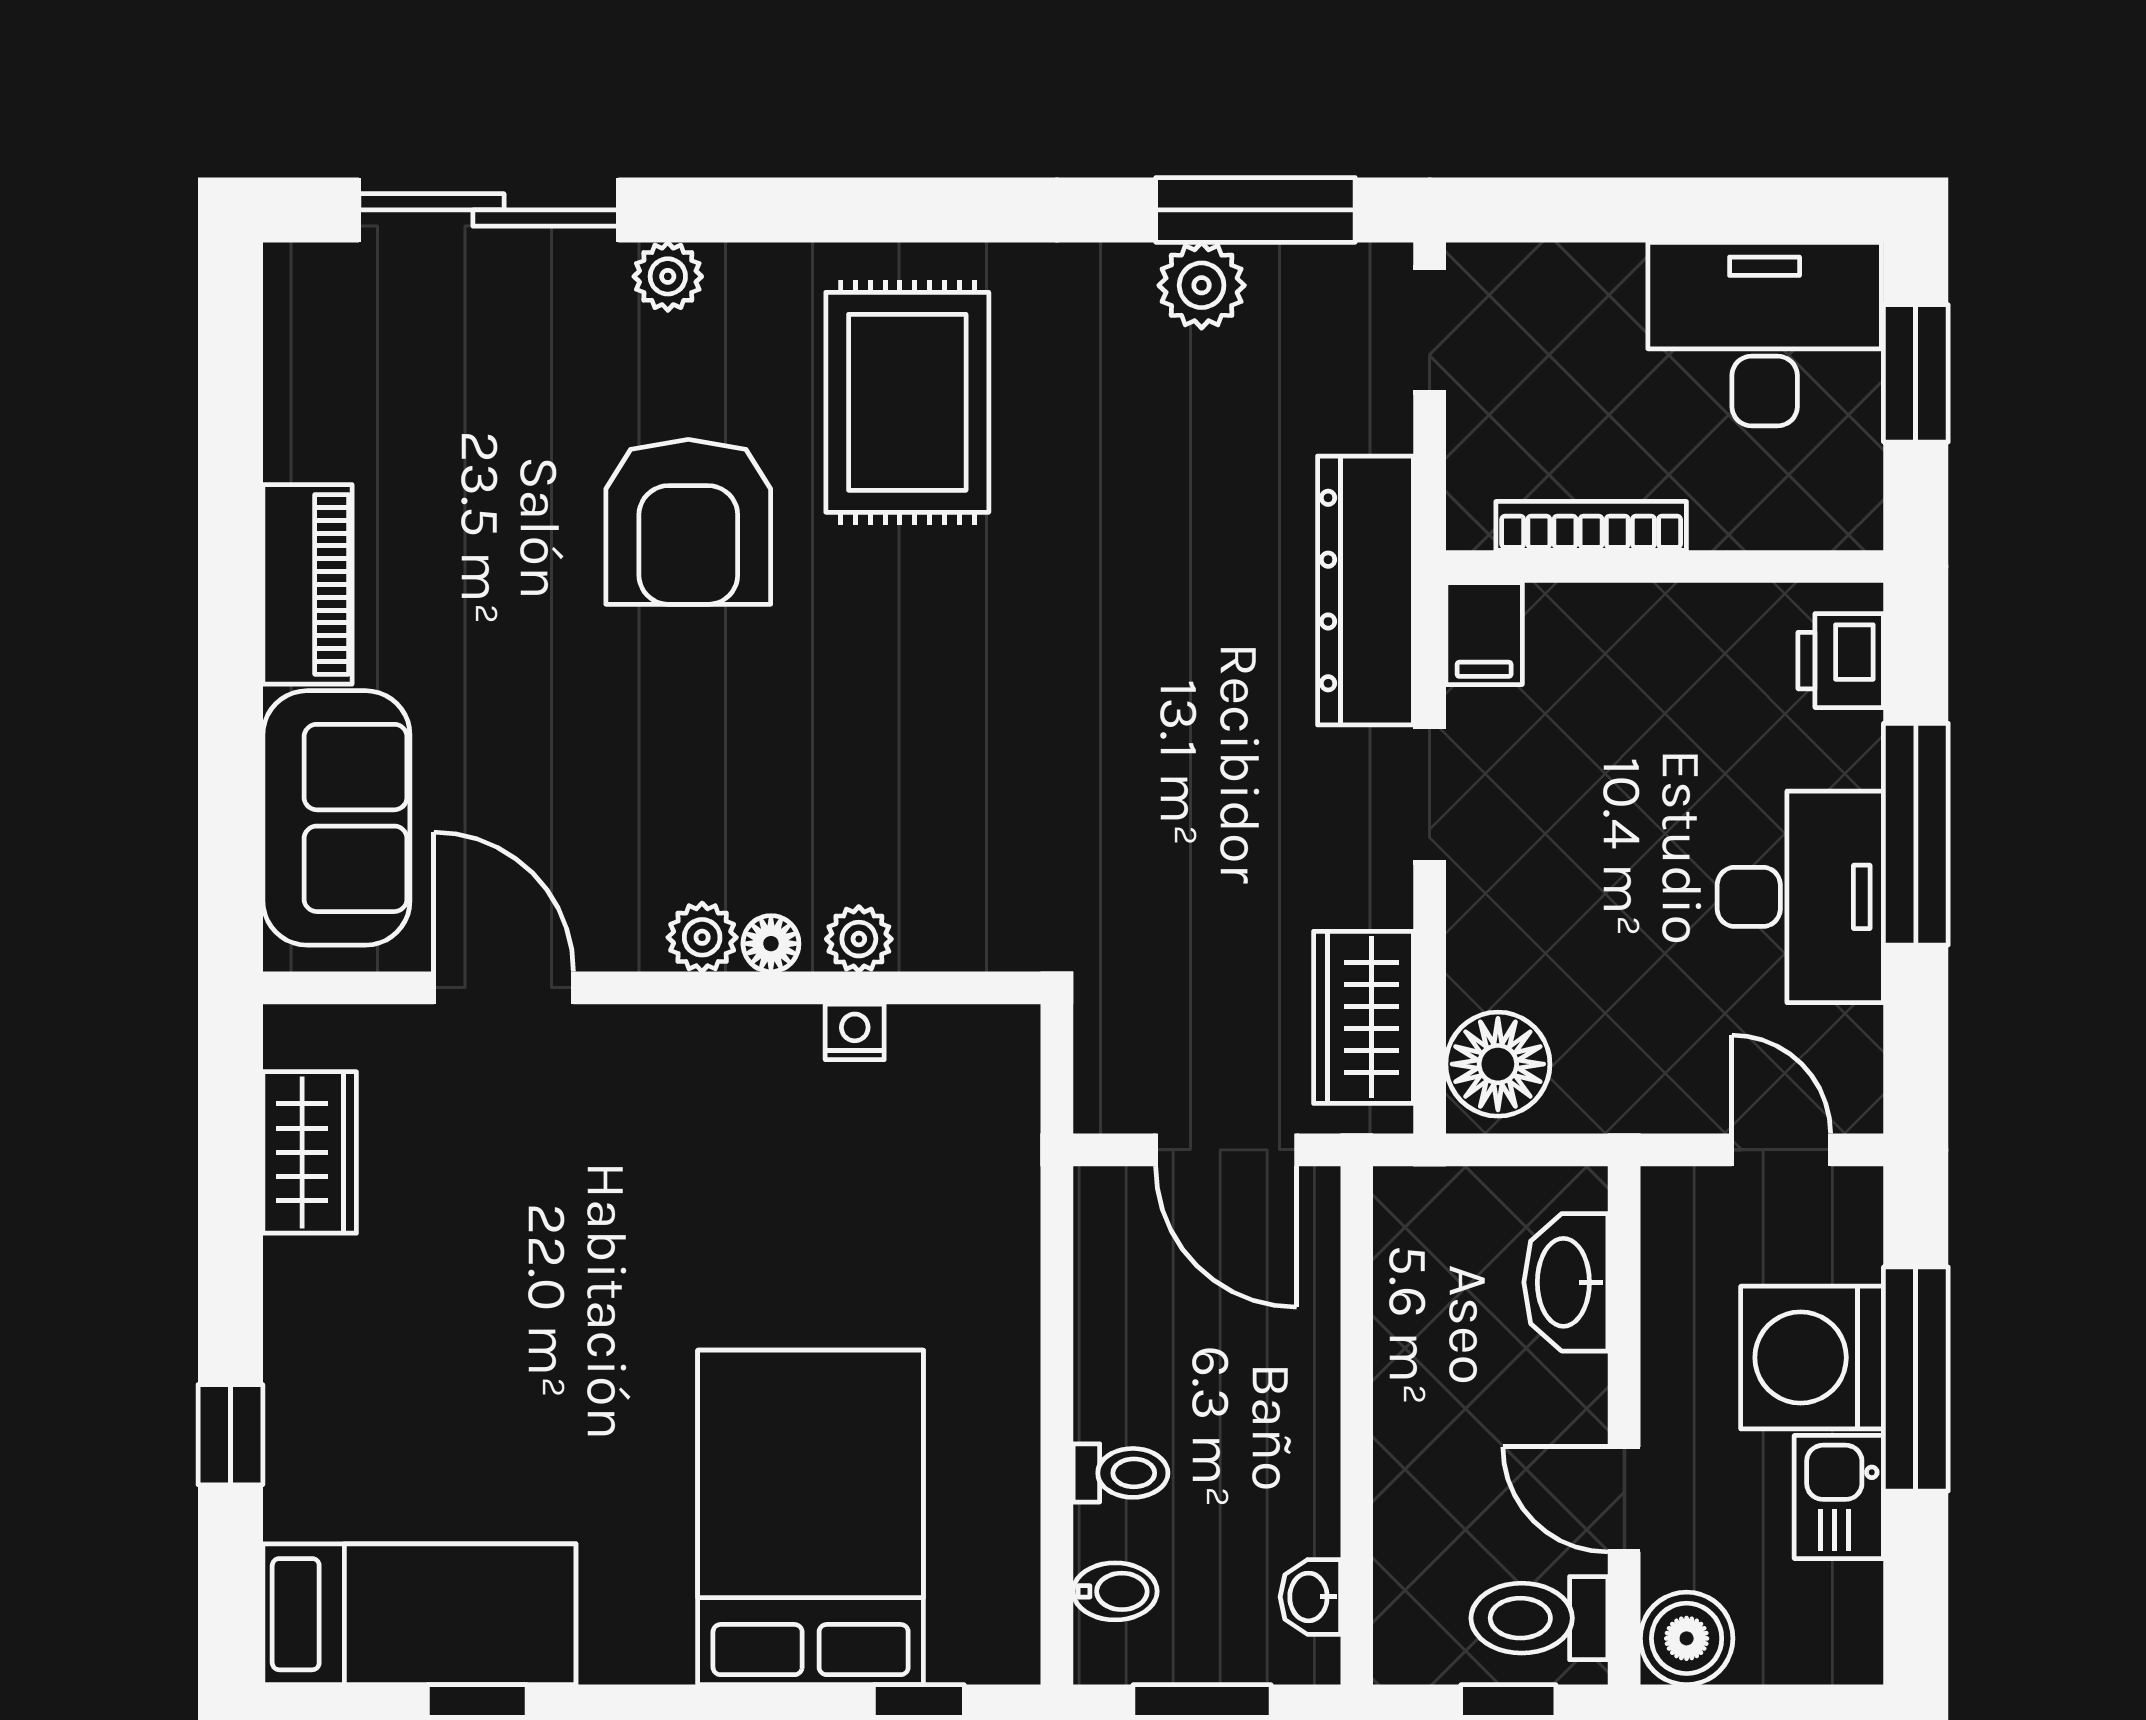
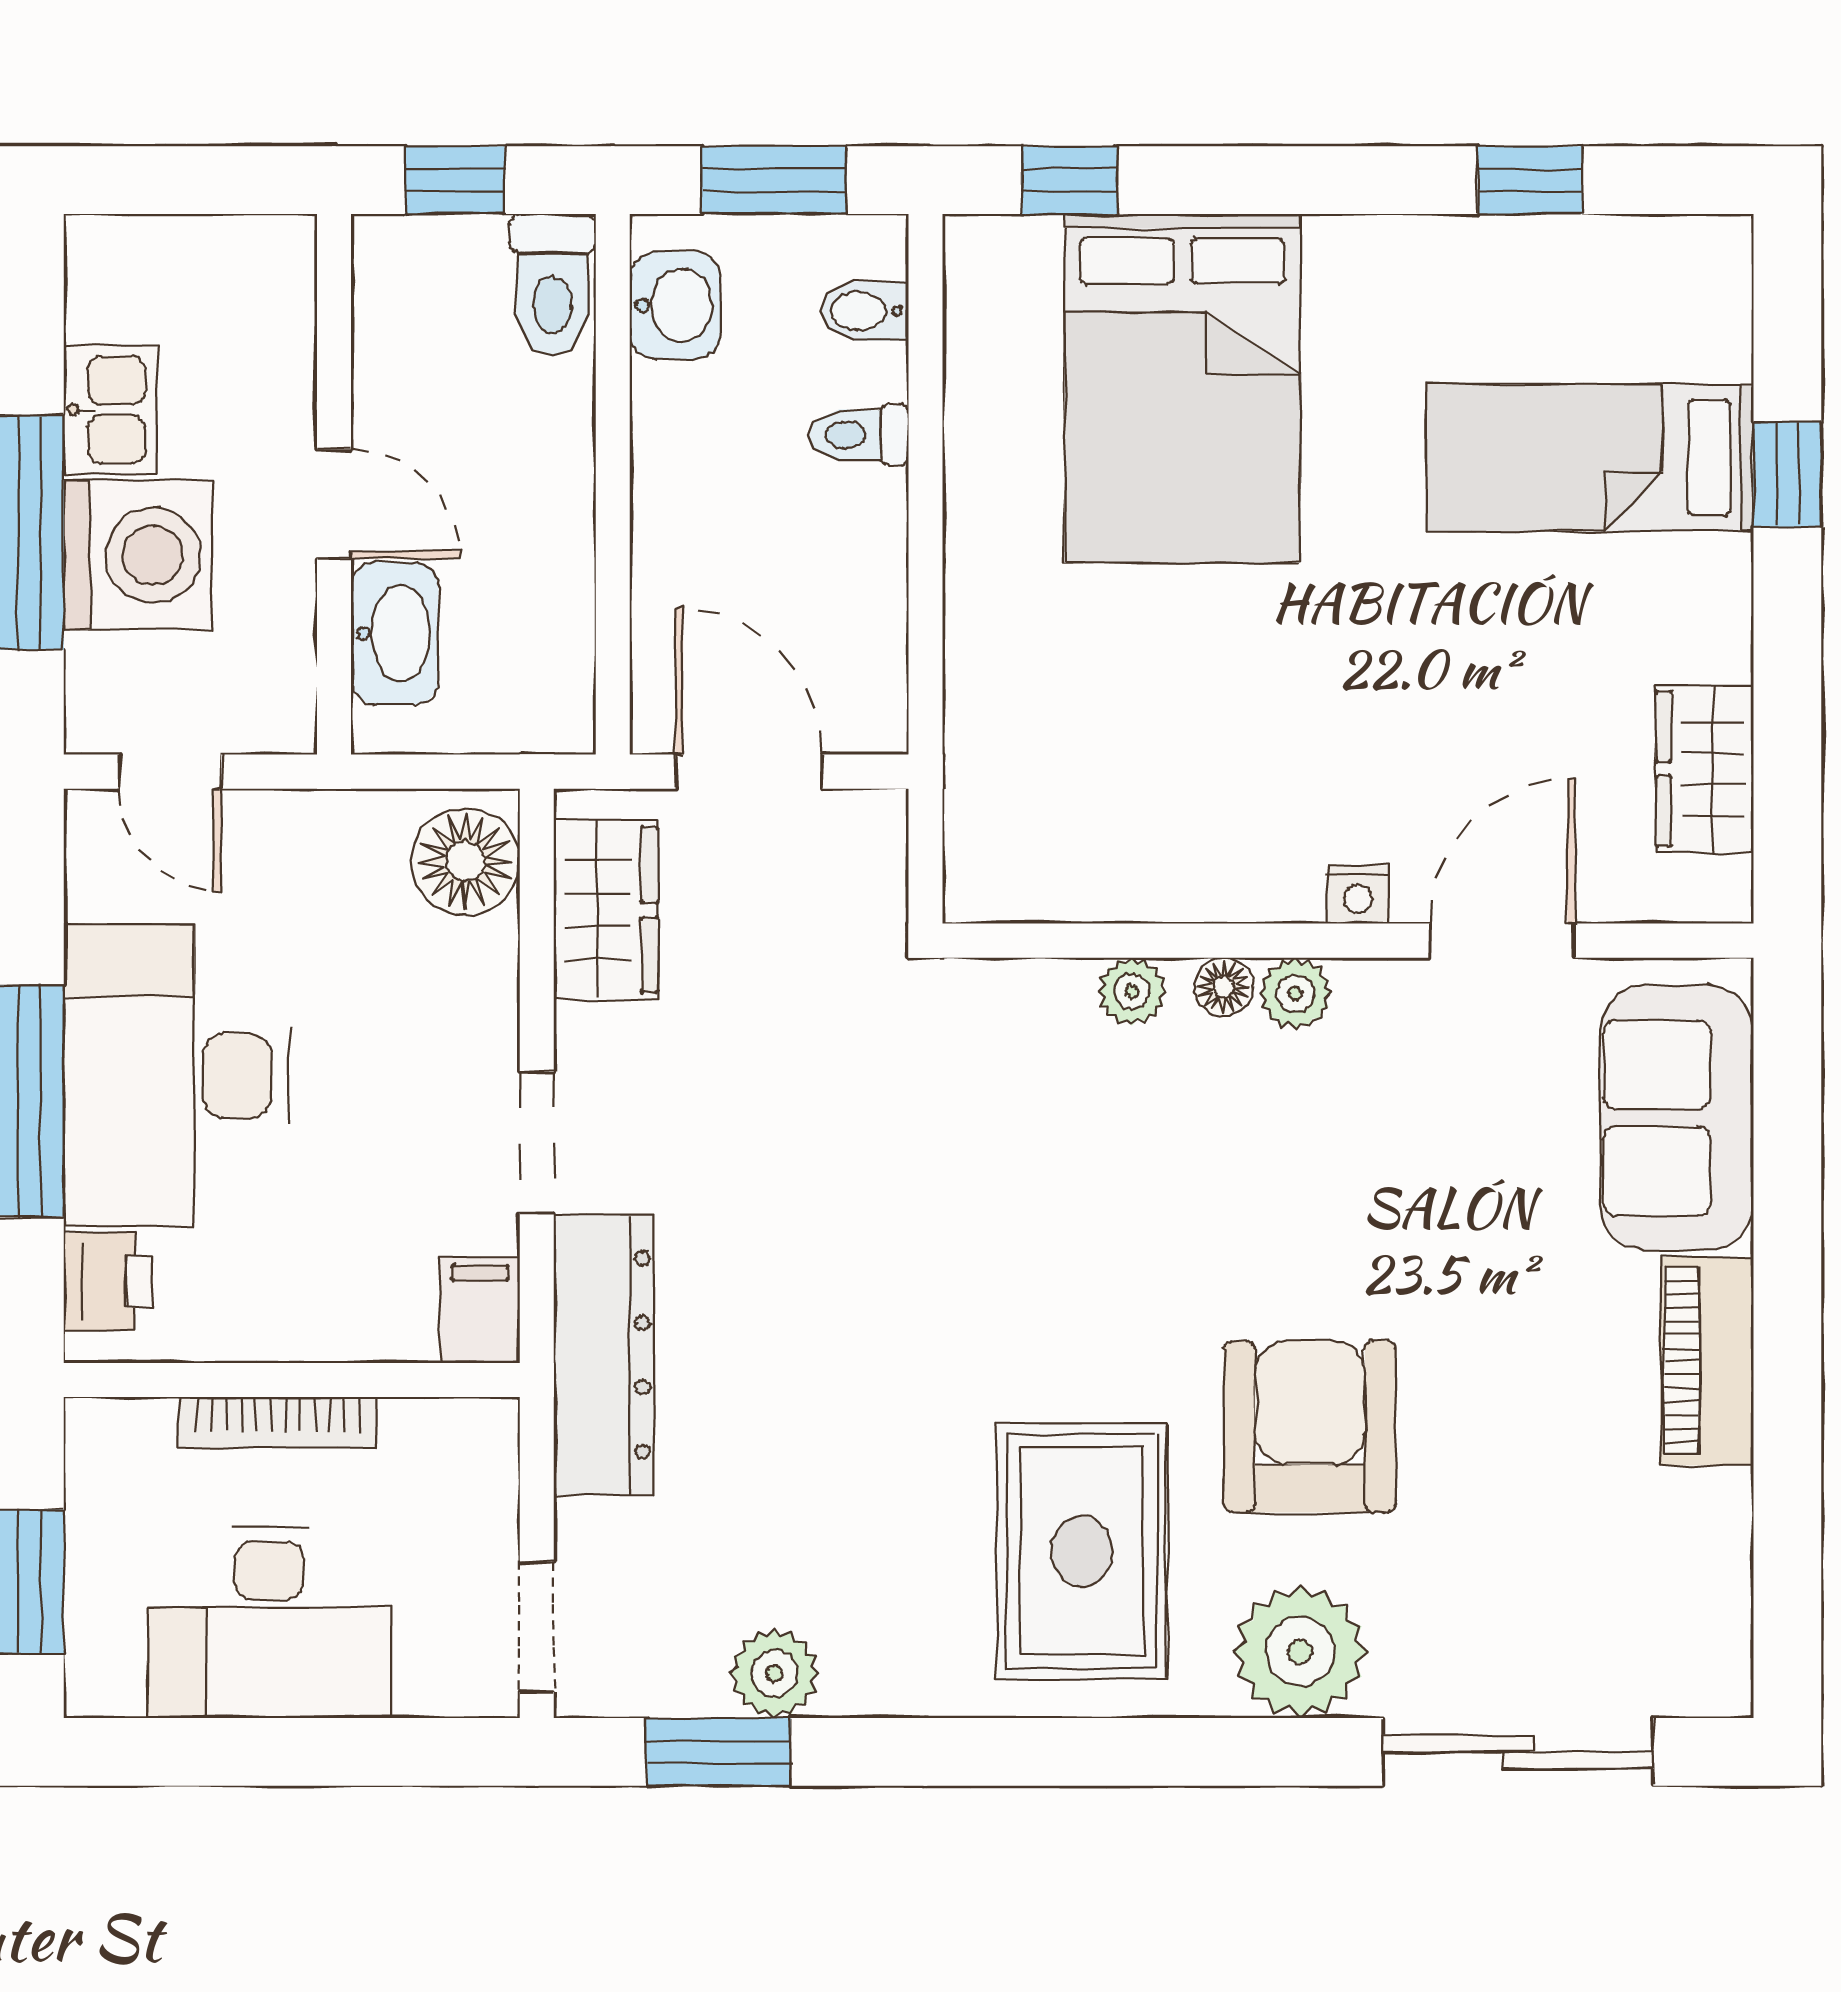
window: (1255, 210) -> (718, 1752), width x0.69
plant: (668, 276) -> (1300, 1651), width x1.88, depth x1.88
desk: (1765, 334) -> (269, 1622), moved
bookcase: (1591, 526) -> (278, 1422), moved
desk: (1800, 897) -> (176, 1076), width x1.36, depth x1.30
door: (504, 988) -> (1502, 941), swing flipped
nightstand: (855, 1032) -> (1358, 895), moved
door: (1624, 1499) -> (334, 504), moved
washbasin: (1310, 1597) -> (675, 305), width x1.38, depth x1.45
bed: (419, 1614) -> (1590, 458), moved
toilet: (1539, 1618) -> (553, 285), moved, turned 90
boiler: (1687, 1638) -> (269, 262), removed

